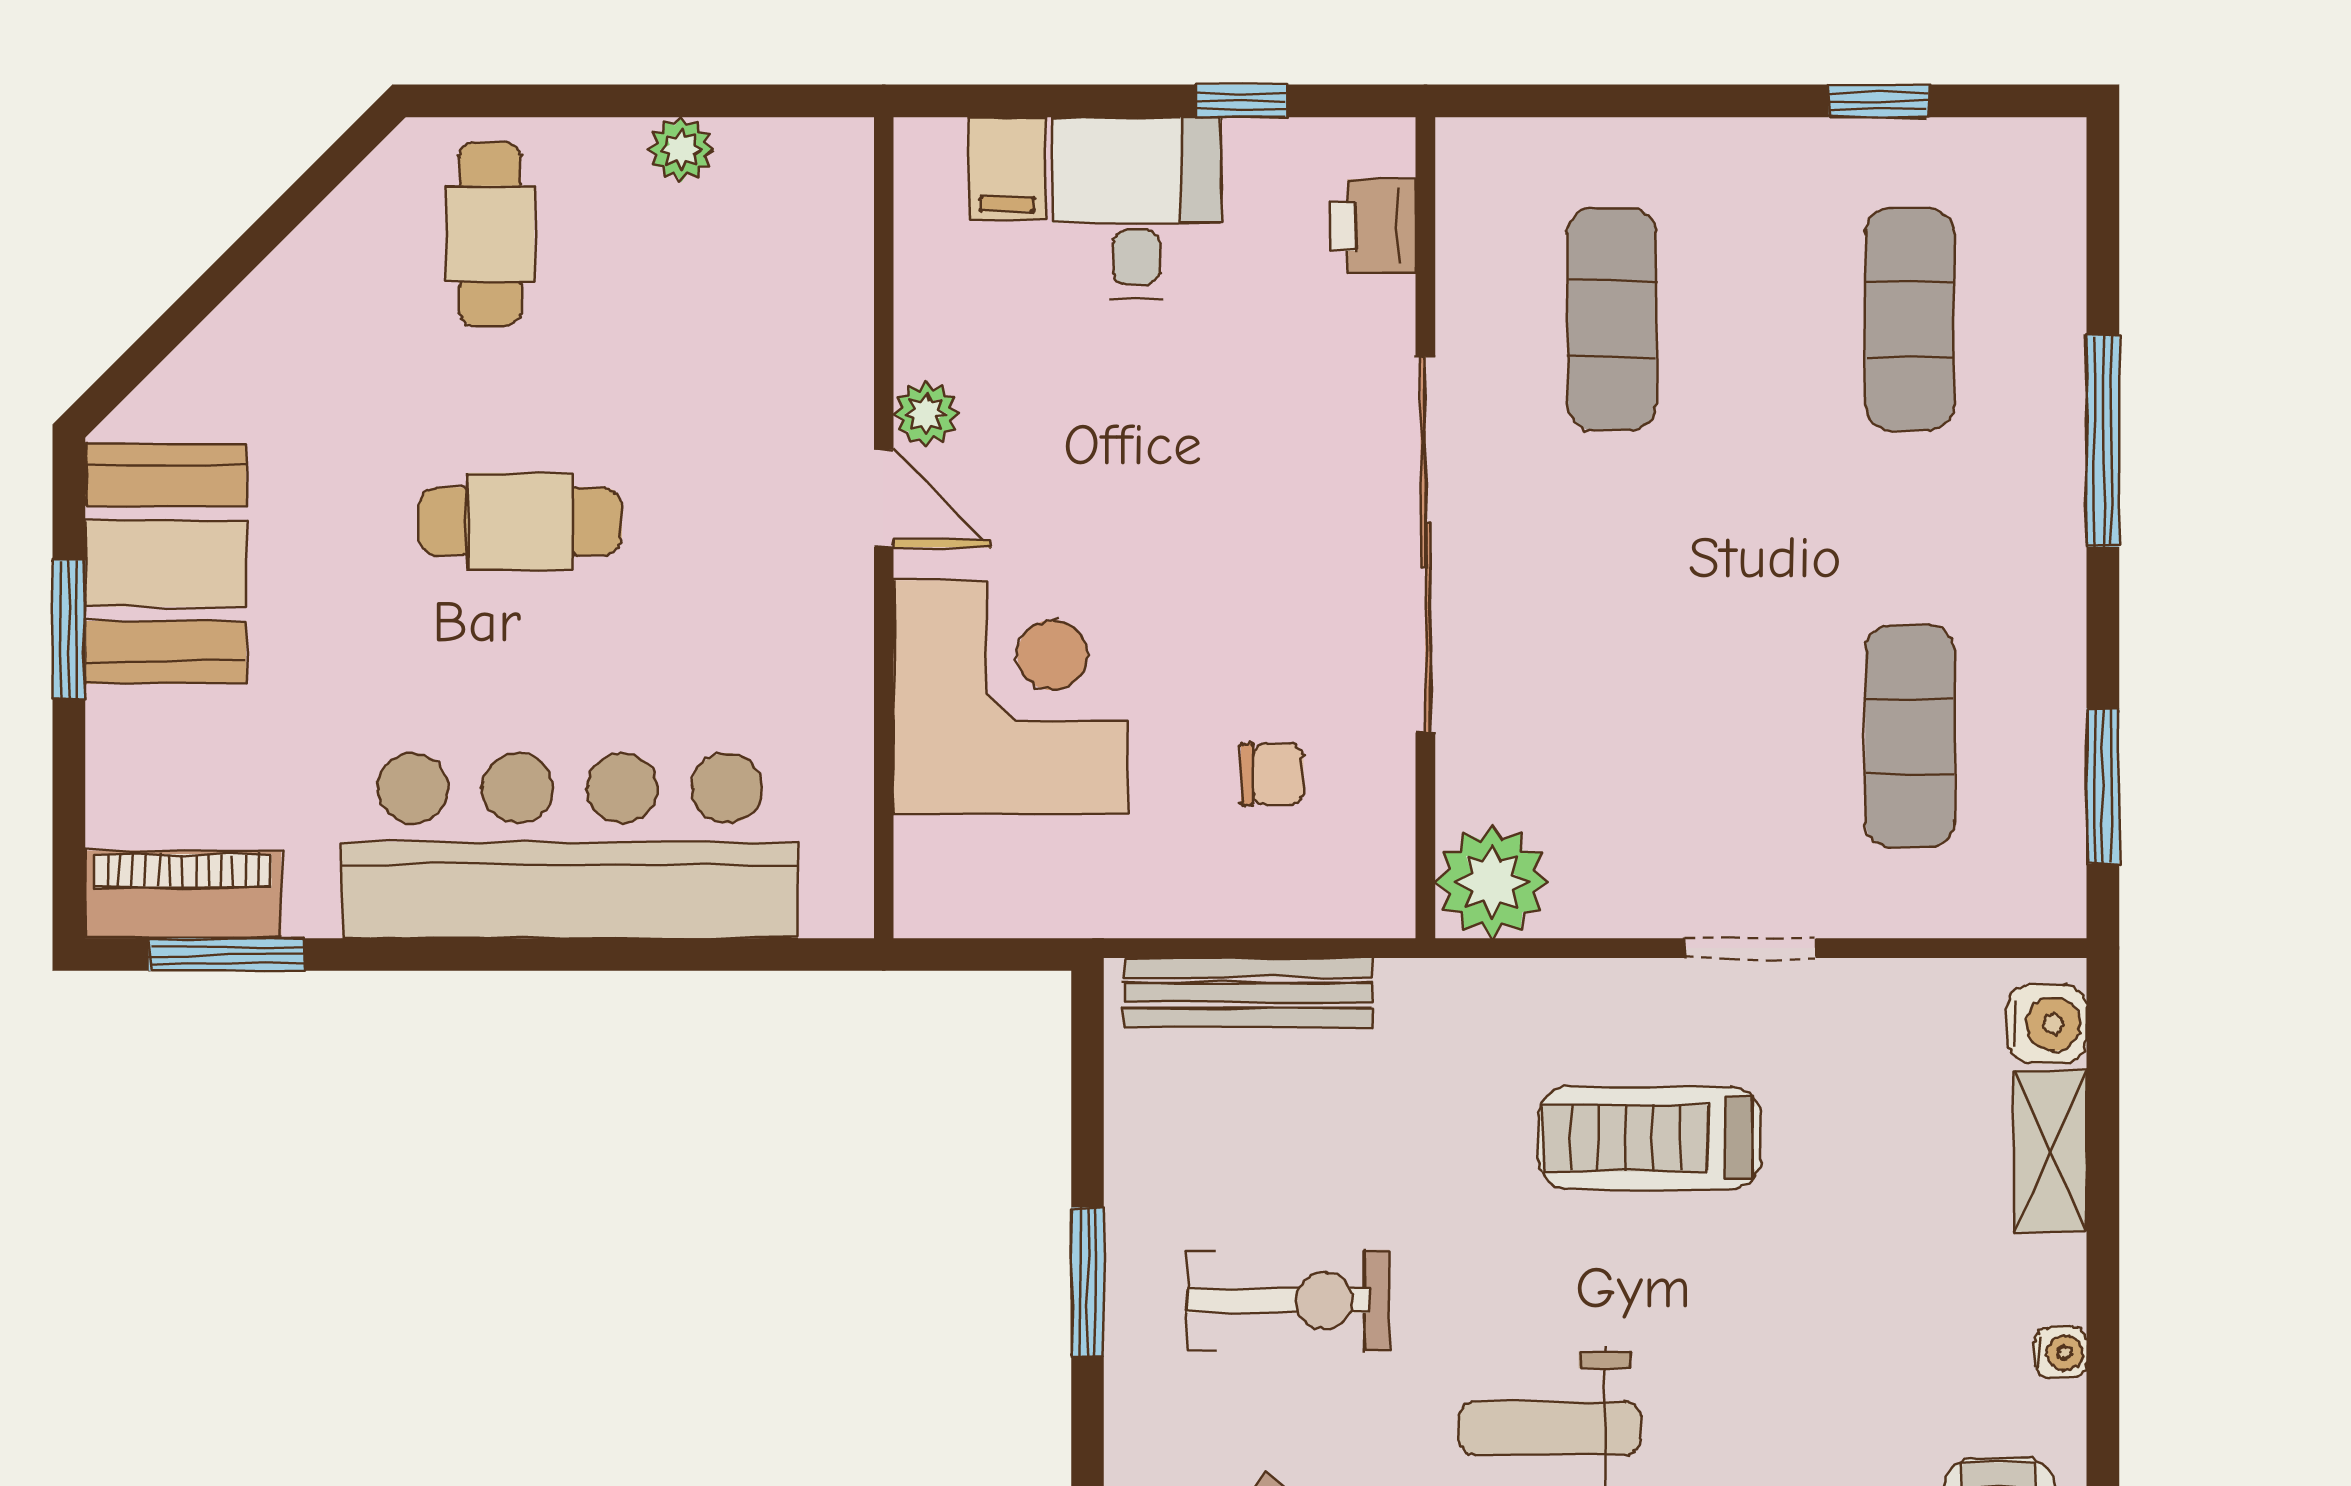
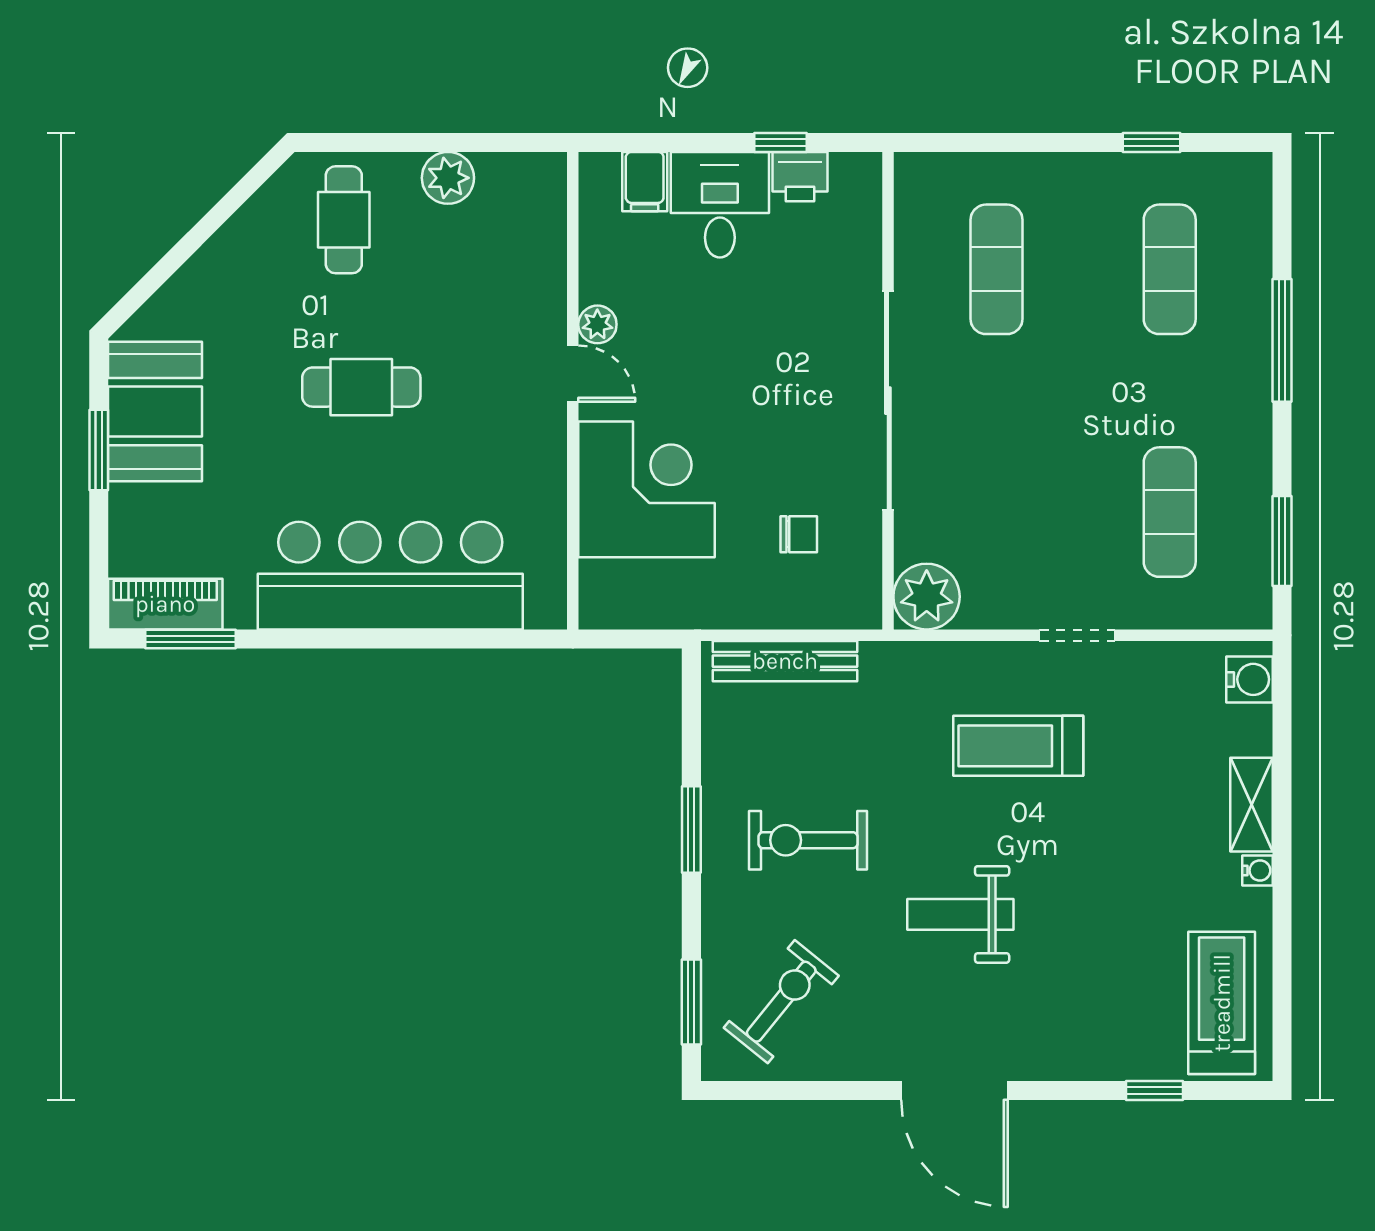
plant: (681, 150) -> (448, 178), width x1.38, depth x1.38
printer: (1373, 226) -> (800, 177), moved, turned -90
shelving: (2050, 1151) -> (1251, 805), moved
exercise bike: (1288, 1300) -> (808, 840), turned 180

